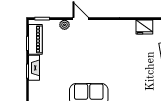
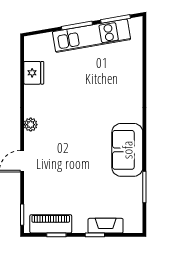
plant: (65, 25) -> (31, 125), moved
fireplace: (34, 68) -> (106, 226), moved

